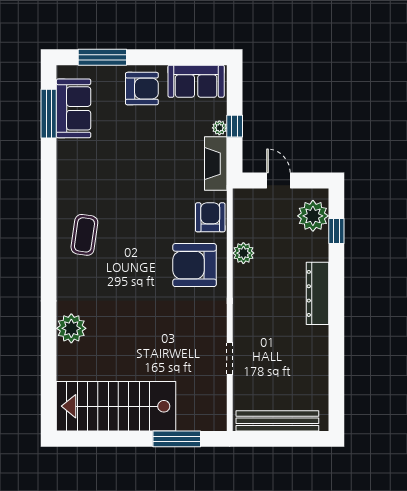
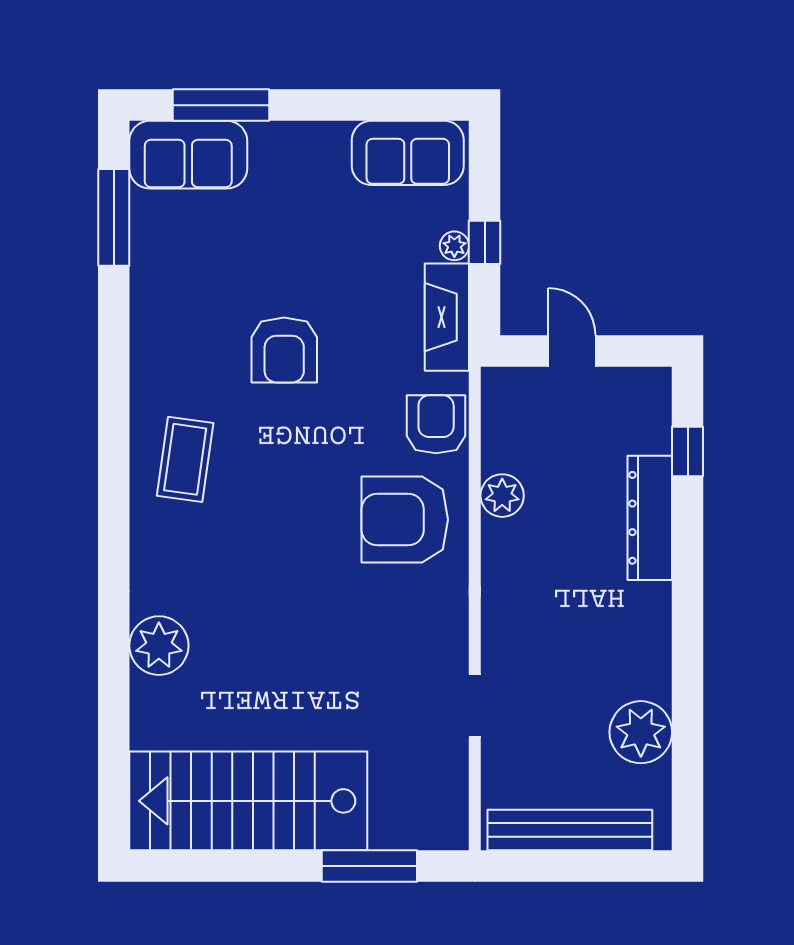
armchair: (142, 89) -> (284, 350), moved, turned 90
sofa: (74, 108) -> (188, 155), moved, turned 90
plant: (313, 216) -> (641, 732), moved
dresser: (317, 293) -> (650, 518), moved

